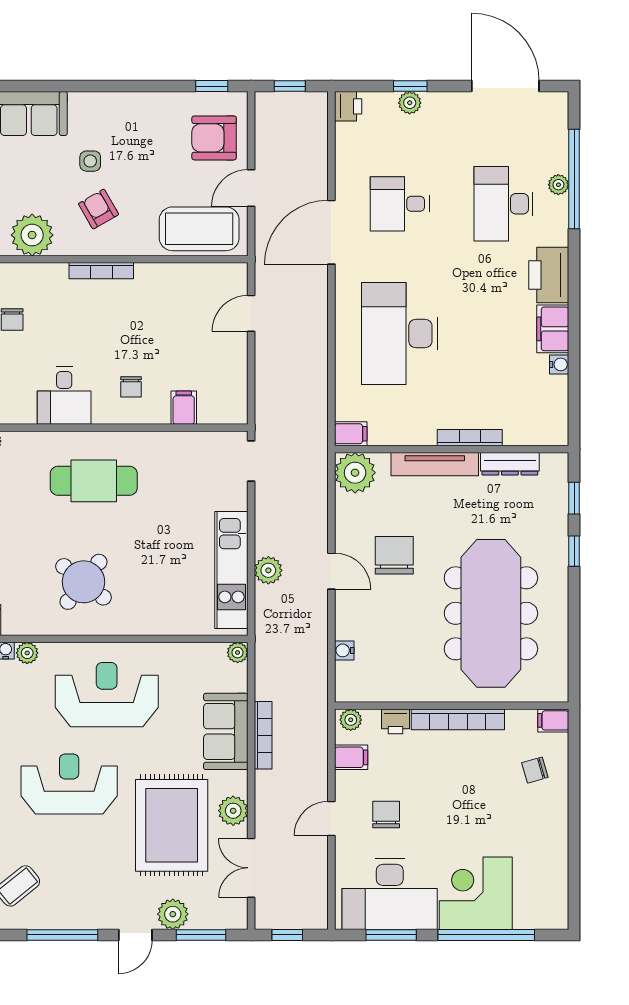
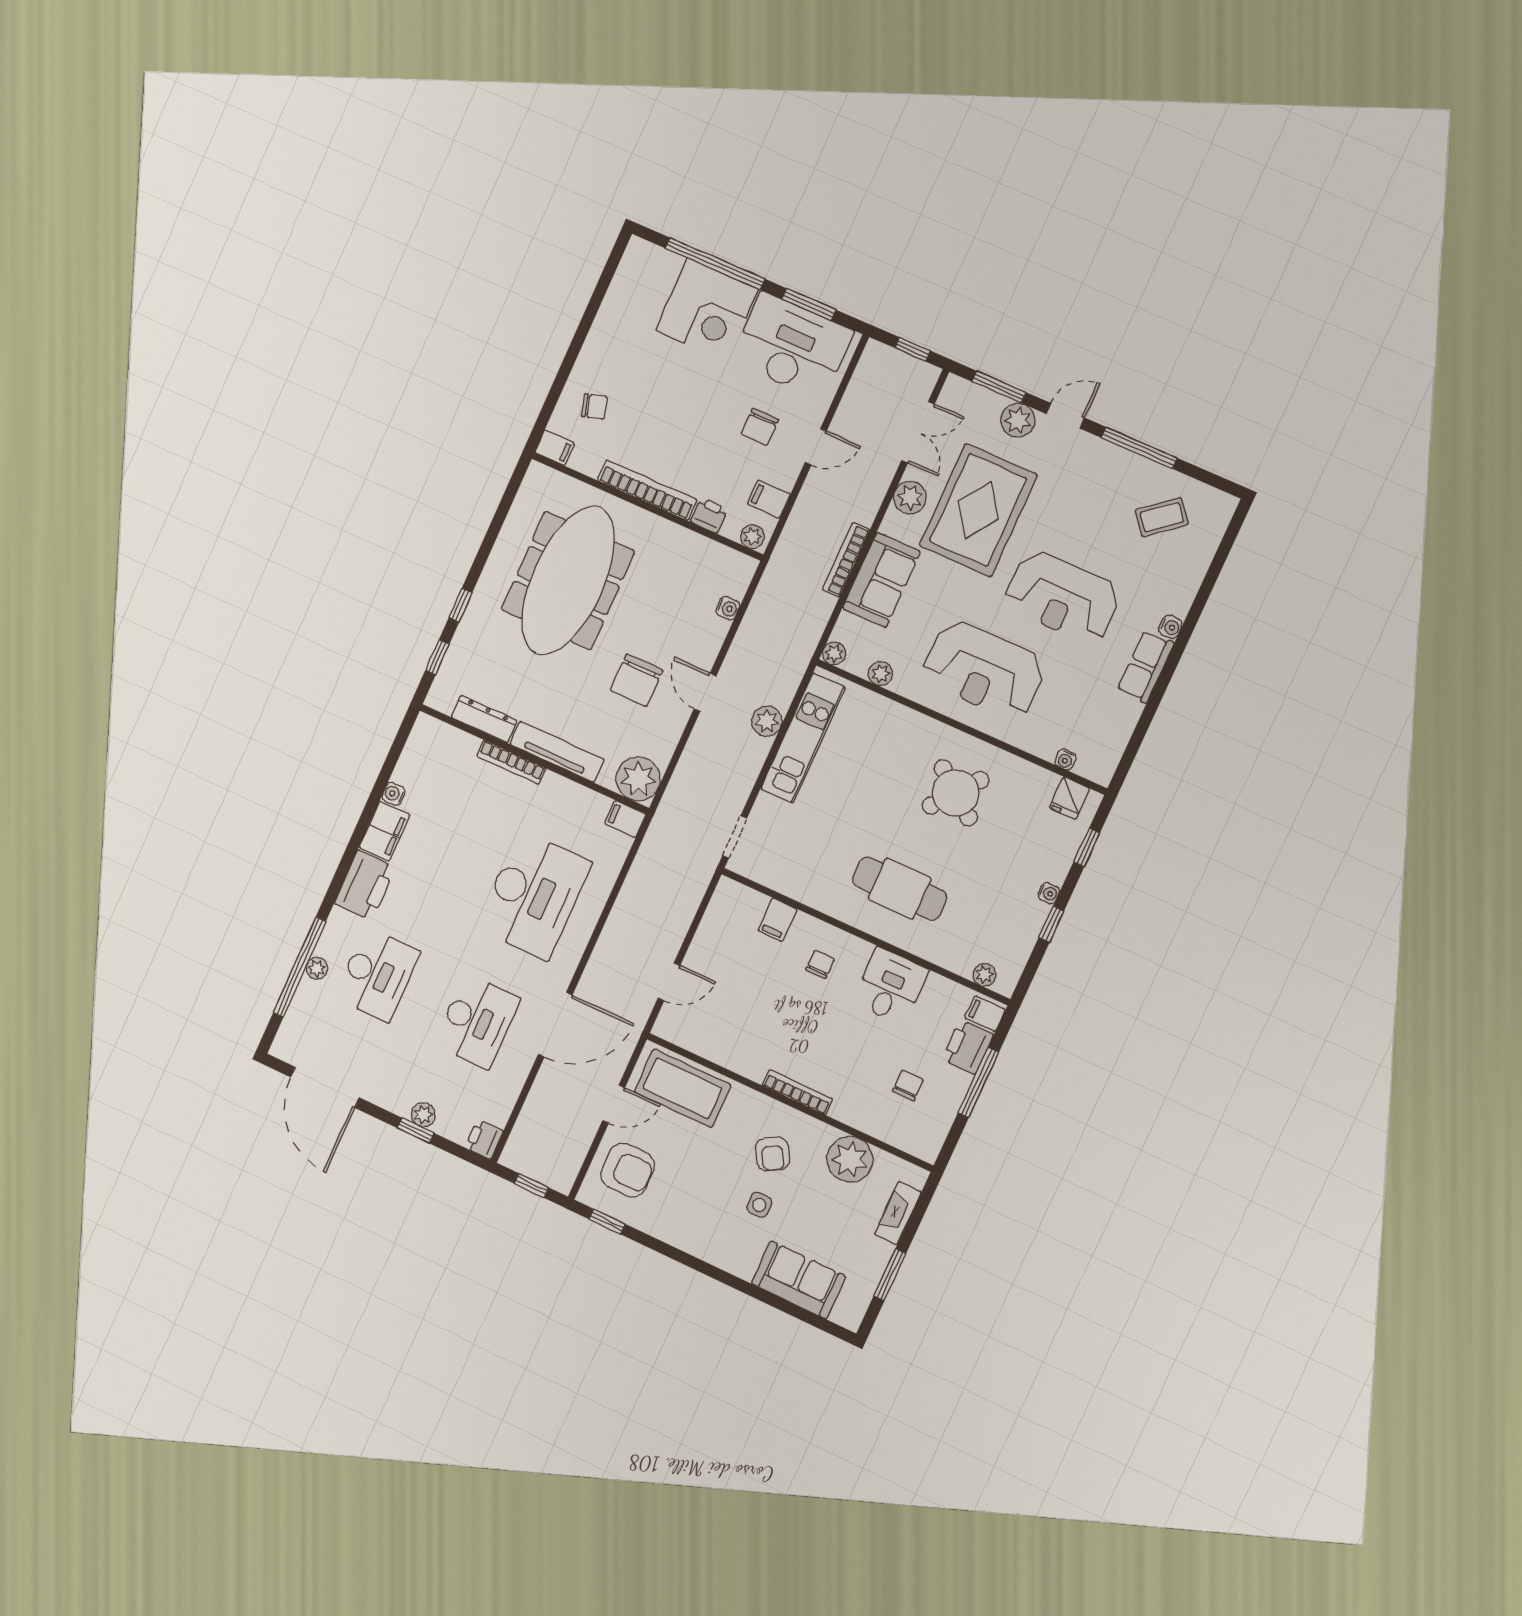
desk: (400, 204) -> (477, 1021), width x1.37
plant: (27, 653) -> (880, 674), moved

